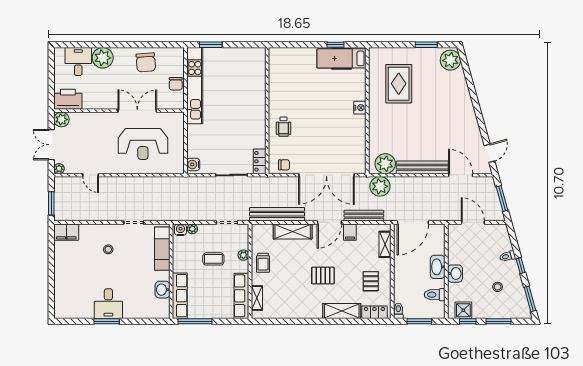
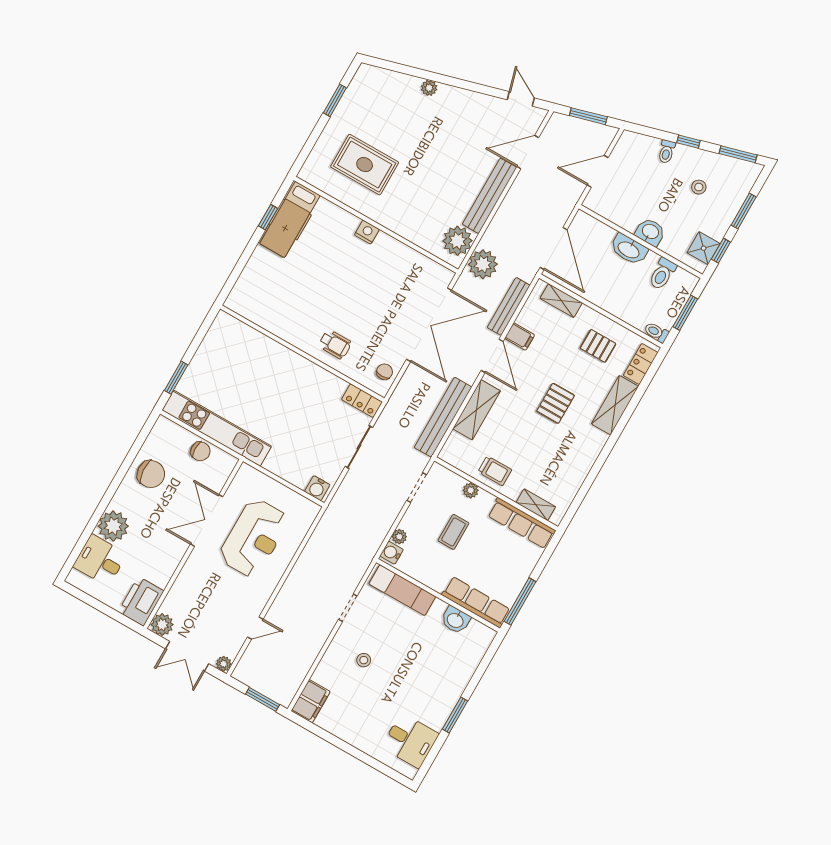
plant: (450, 60) -> (429, 88), moved, width x0.53, depth x0.53
desk: (108, 304) -> (410, 741), moved

